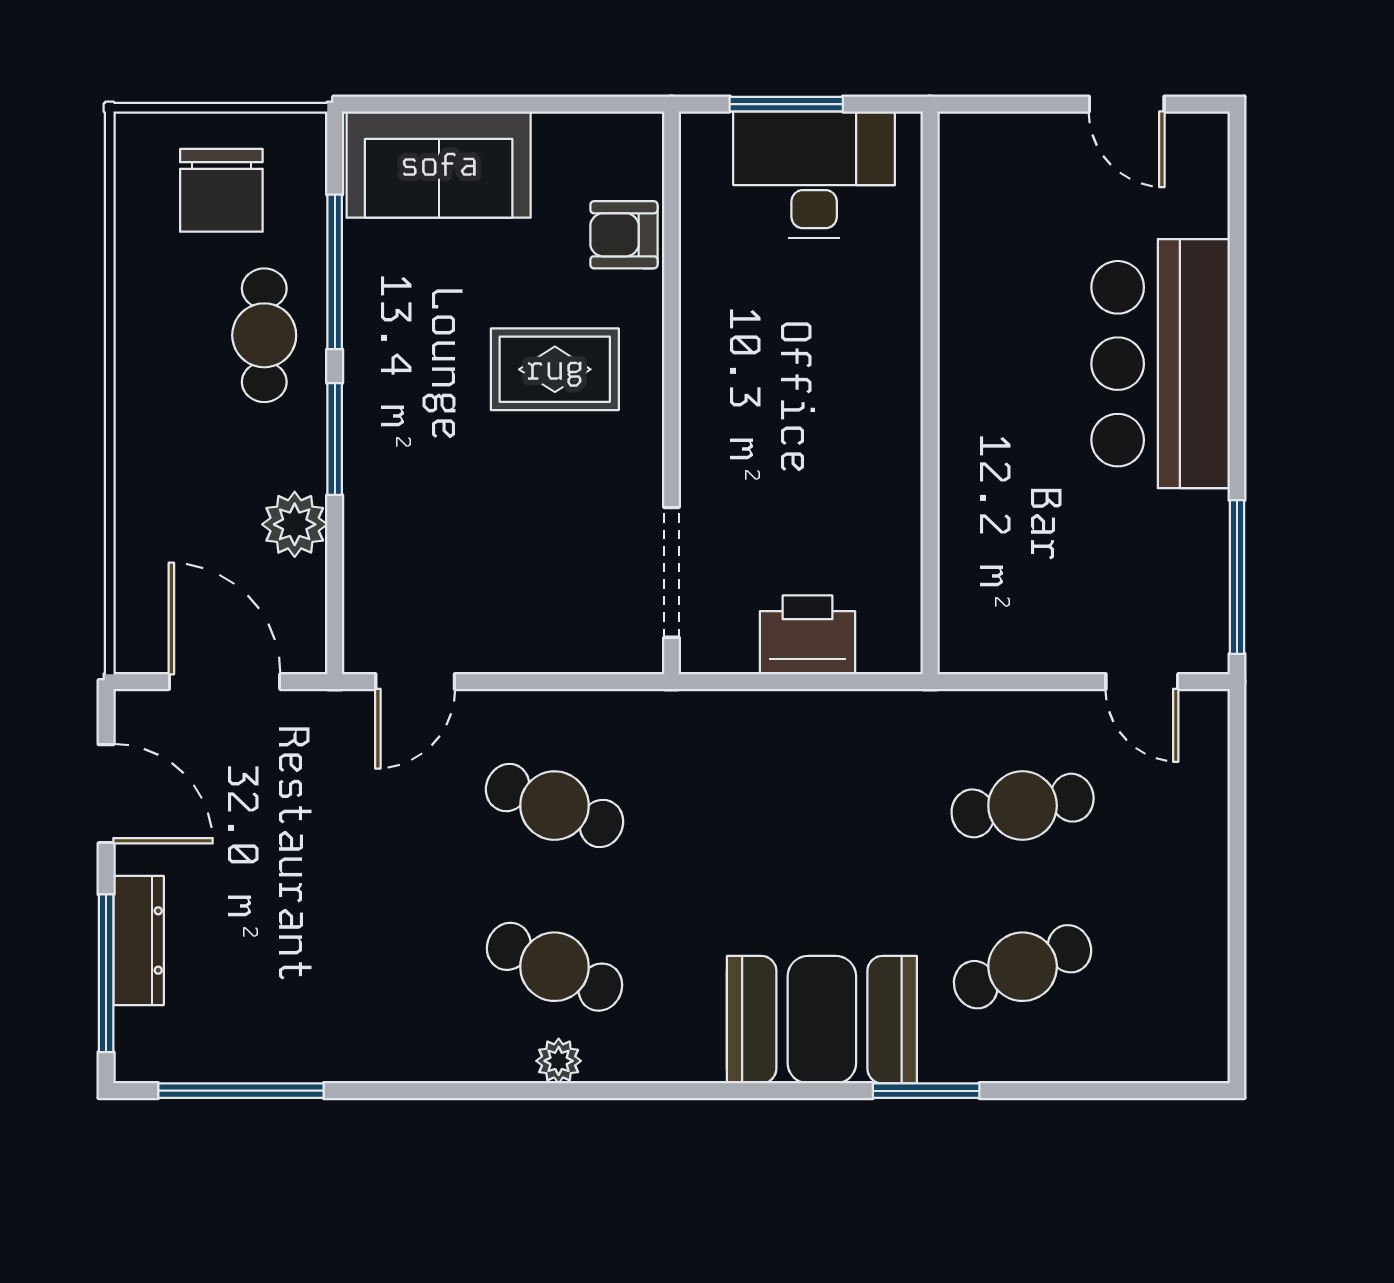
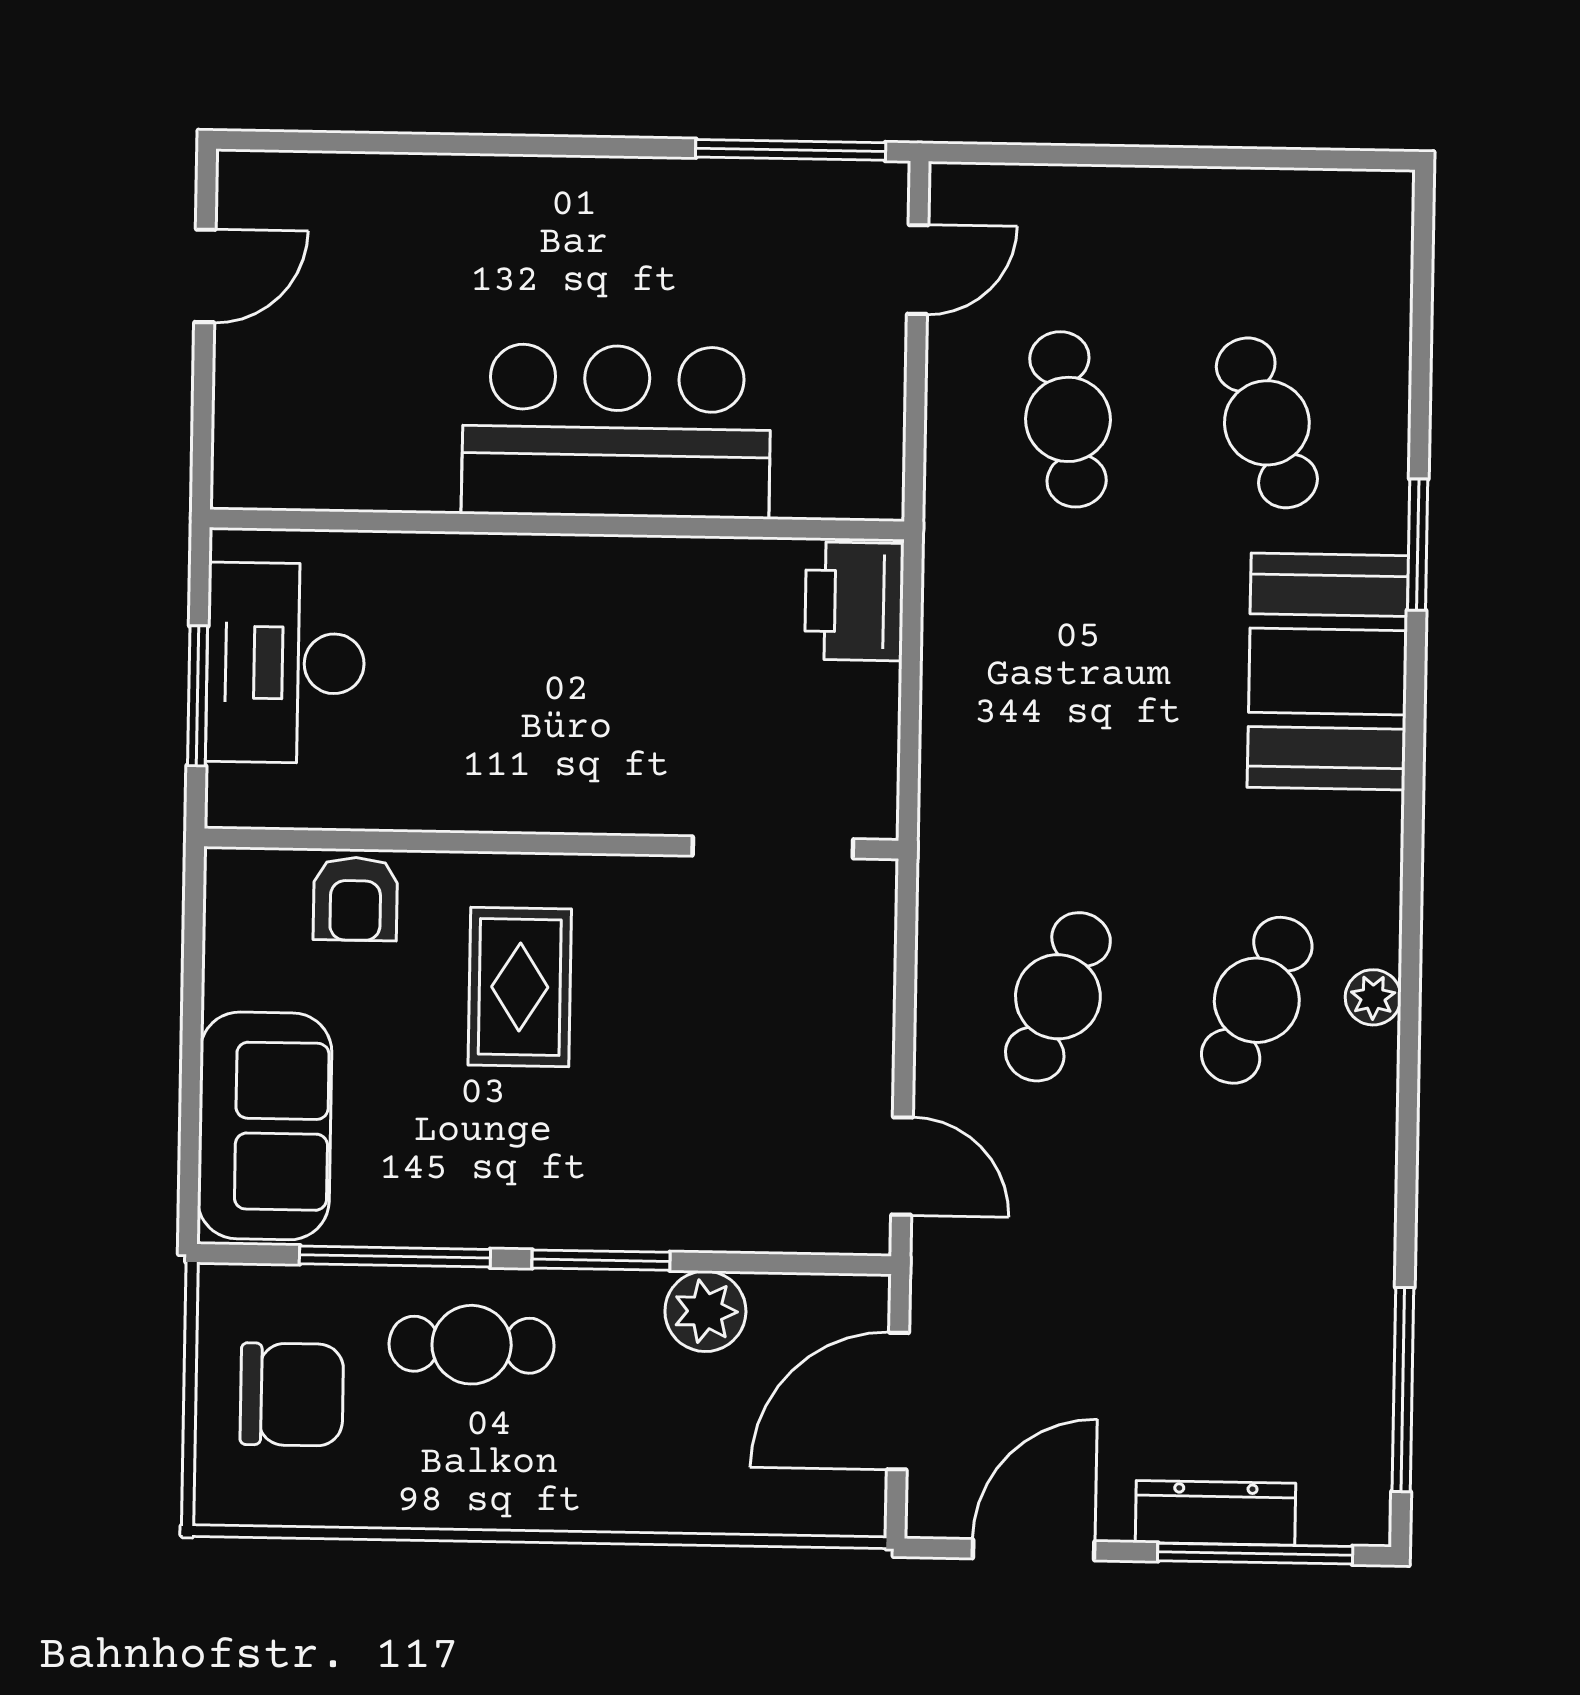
bar counter: (1161, 364) -> (616, 431), moved, turned 180
printer: (807, 635) -> (854, 601), moved

